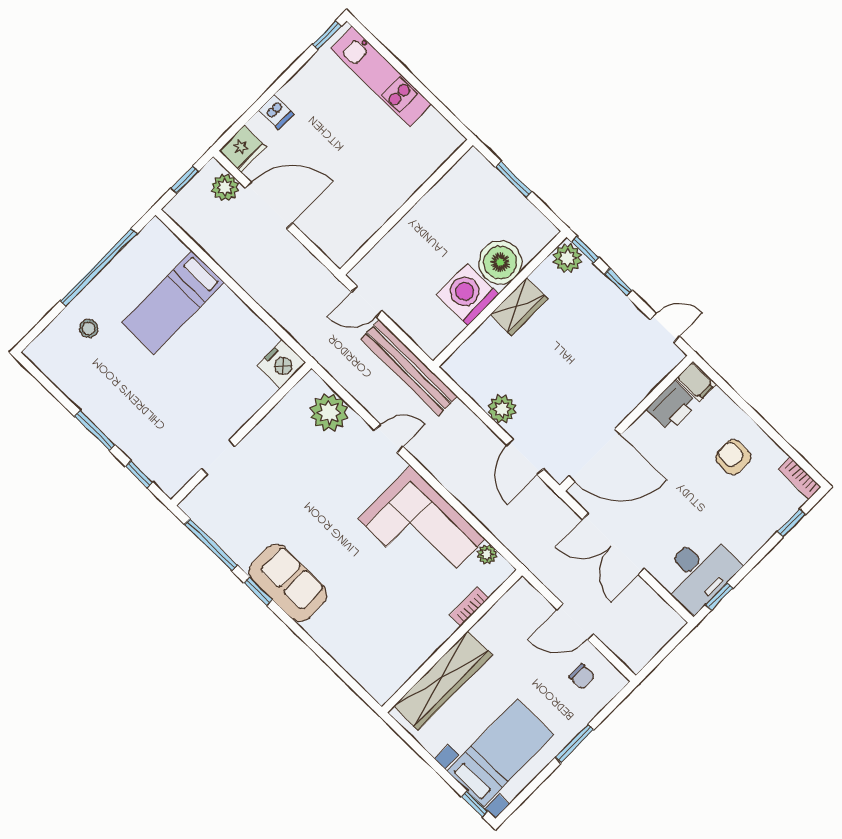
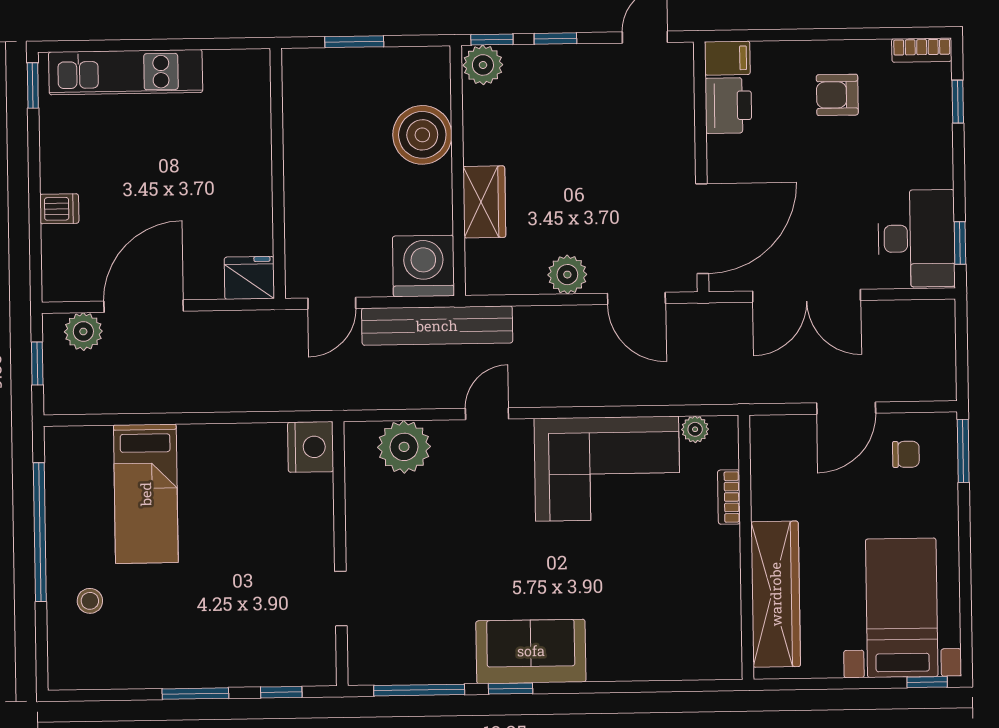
fridge: (242, 149) -> (249, 278), moved, turned -90
washing machine: (468, 295) -> (423, 266), moved, turned 90
wardrobe: (519, 307) -> (484, 202), moved
window: (574, 744) -> (963, 451), moved

